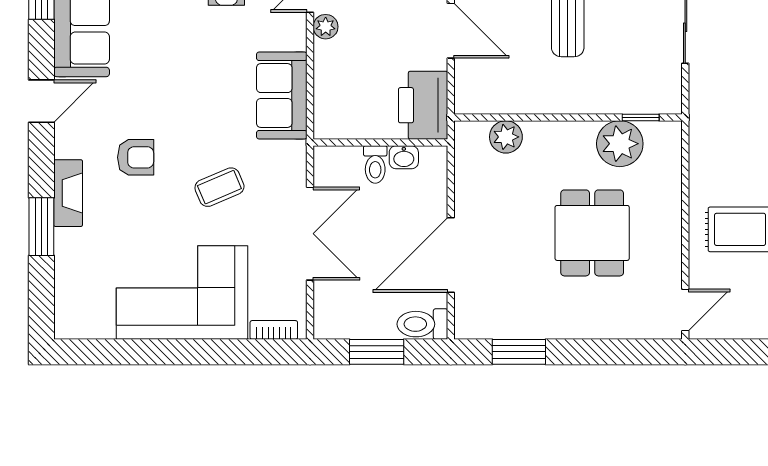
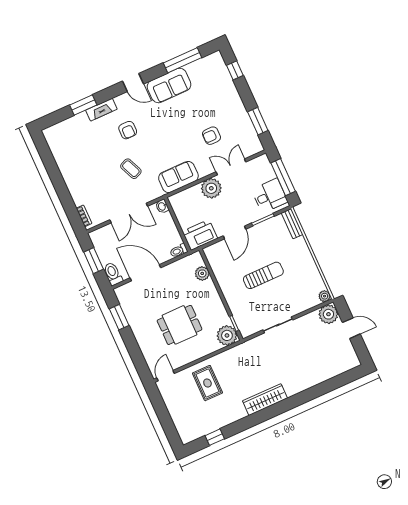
plant: (326, 27) -> (211, 188), width x1.87, depth x1.87
plant: (620, 144) -> (227, 335), moved
washbasin: (404, 157) -> (162, 206), moved
toilet: (375, 164) -> (179, 251), moved
corner sofa: (182, 293) -> (82, 173), removed
door: (685, 310) -> (166, 376), swing flipped

